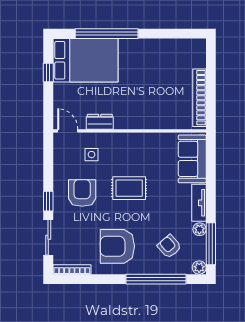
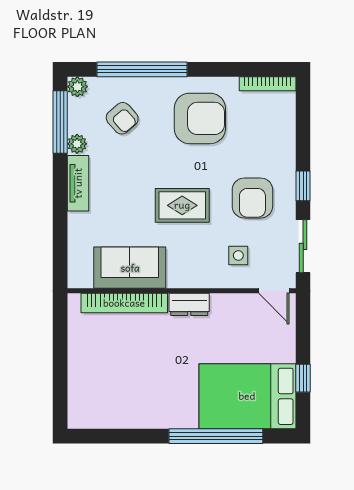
bookcase: (199, 98) -> (124, 303), moved, turned 90
dresser: (100, 122) -> (189, 304), moved
sofa: (192, 159) -> (130, 268), moved, turned -90
sliding door: (48, 237) -> (303, 246), moved

